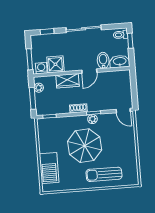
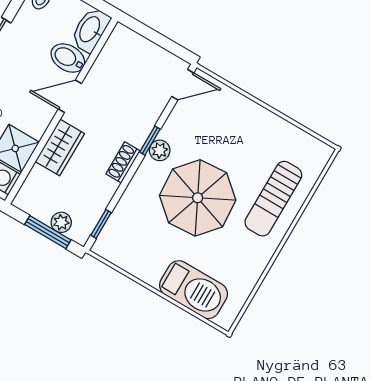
door: (89, 71) -> (70, 96), swing flipped
plant: (39, 88) -> (61, 222), moved

